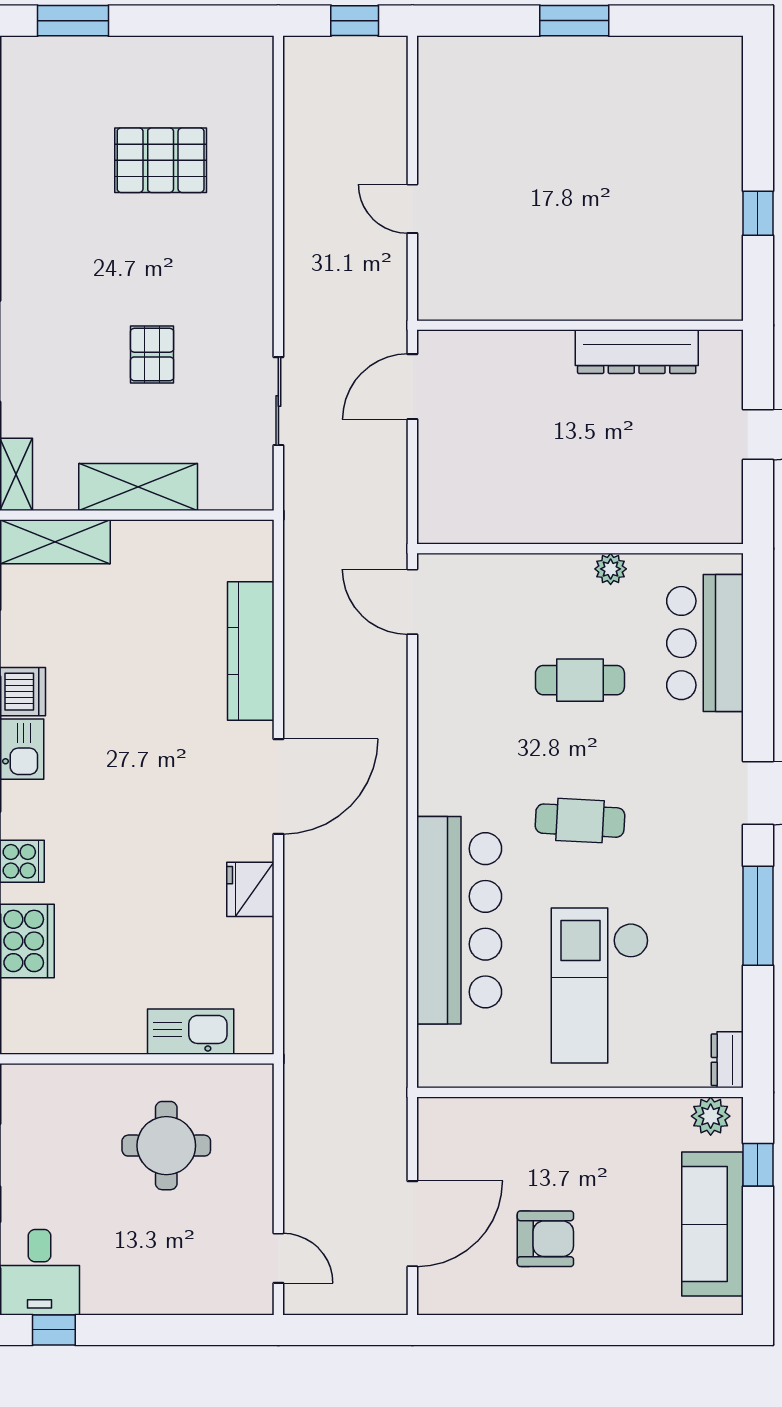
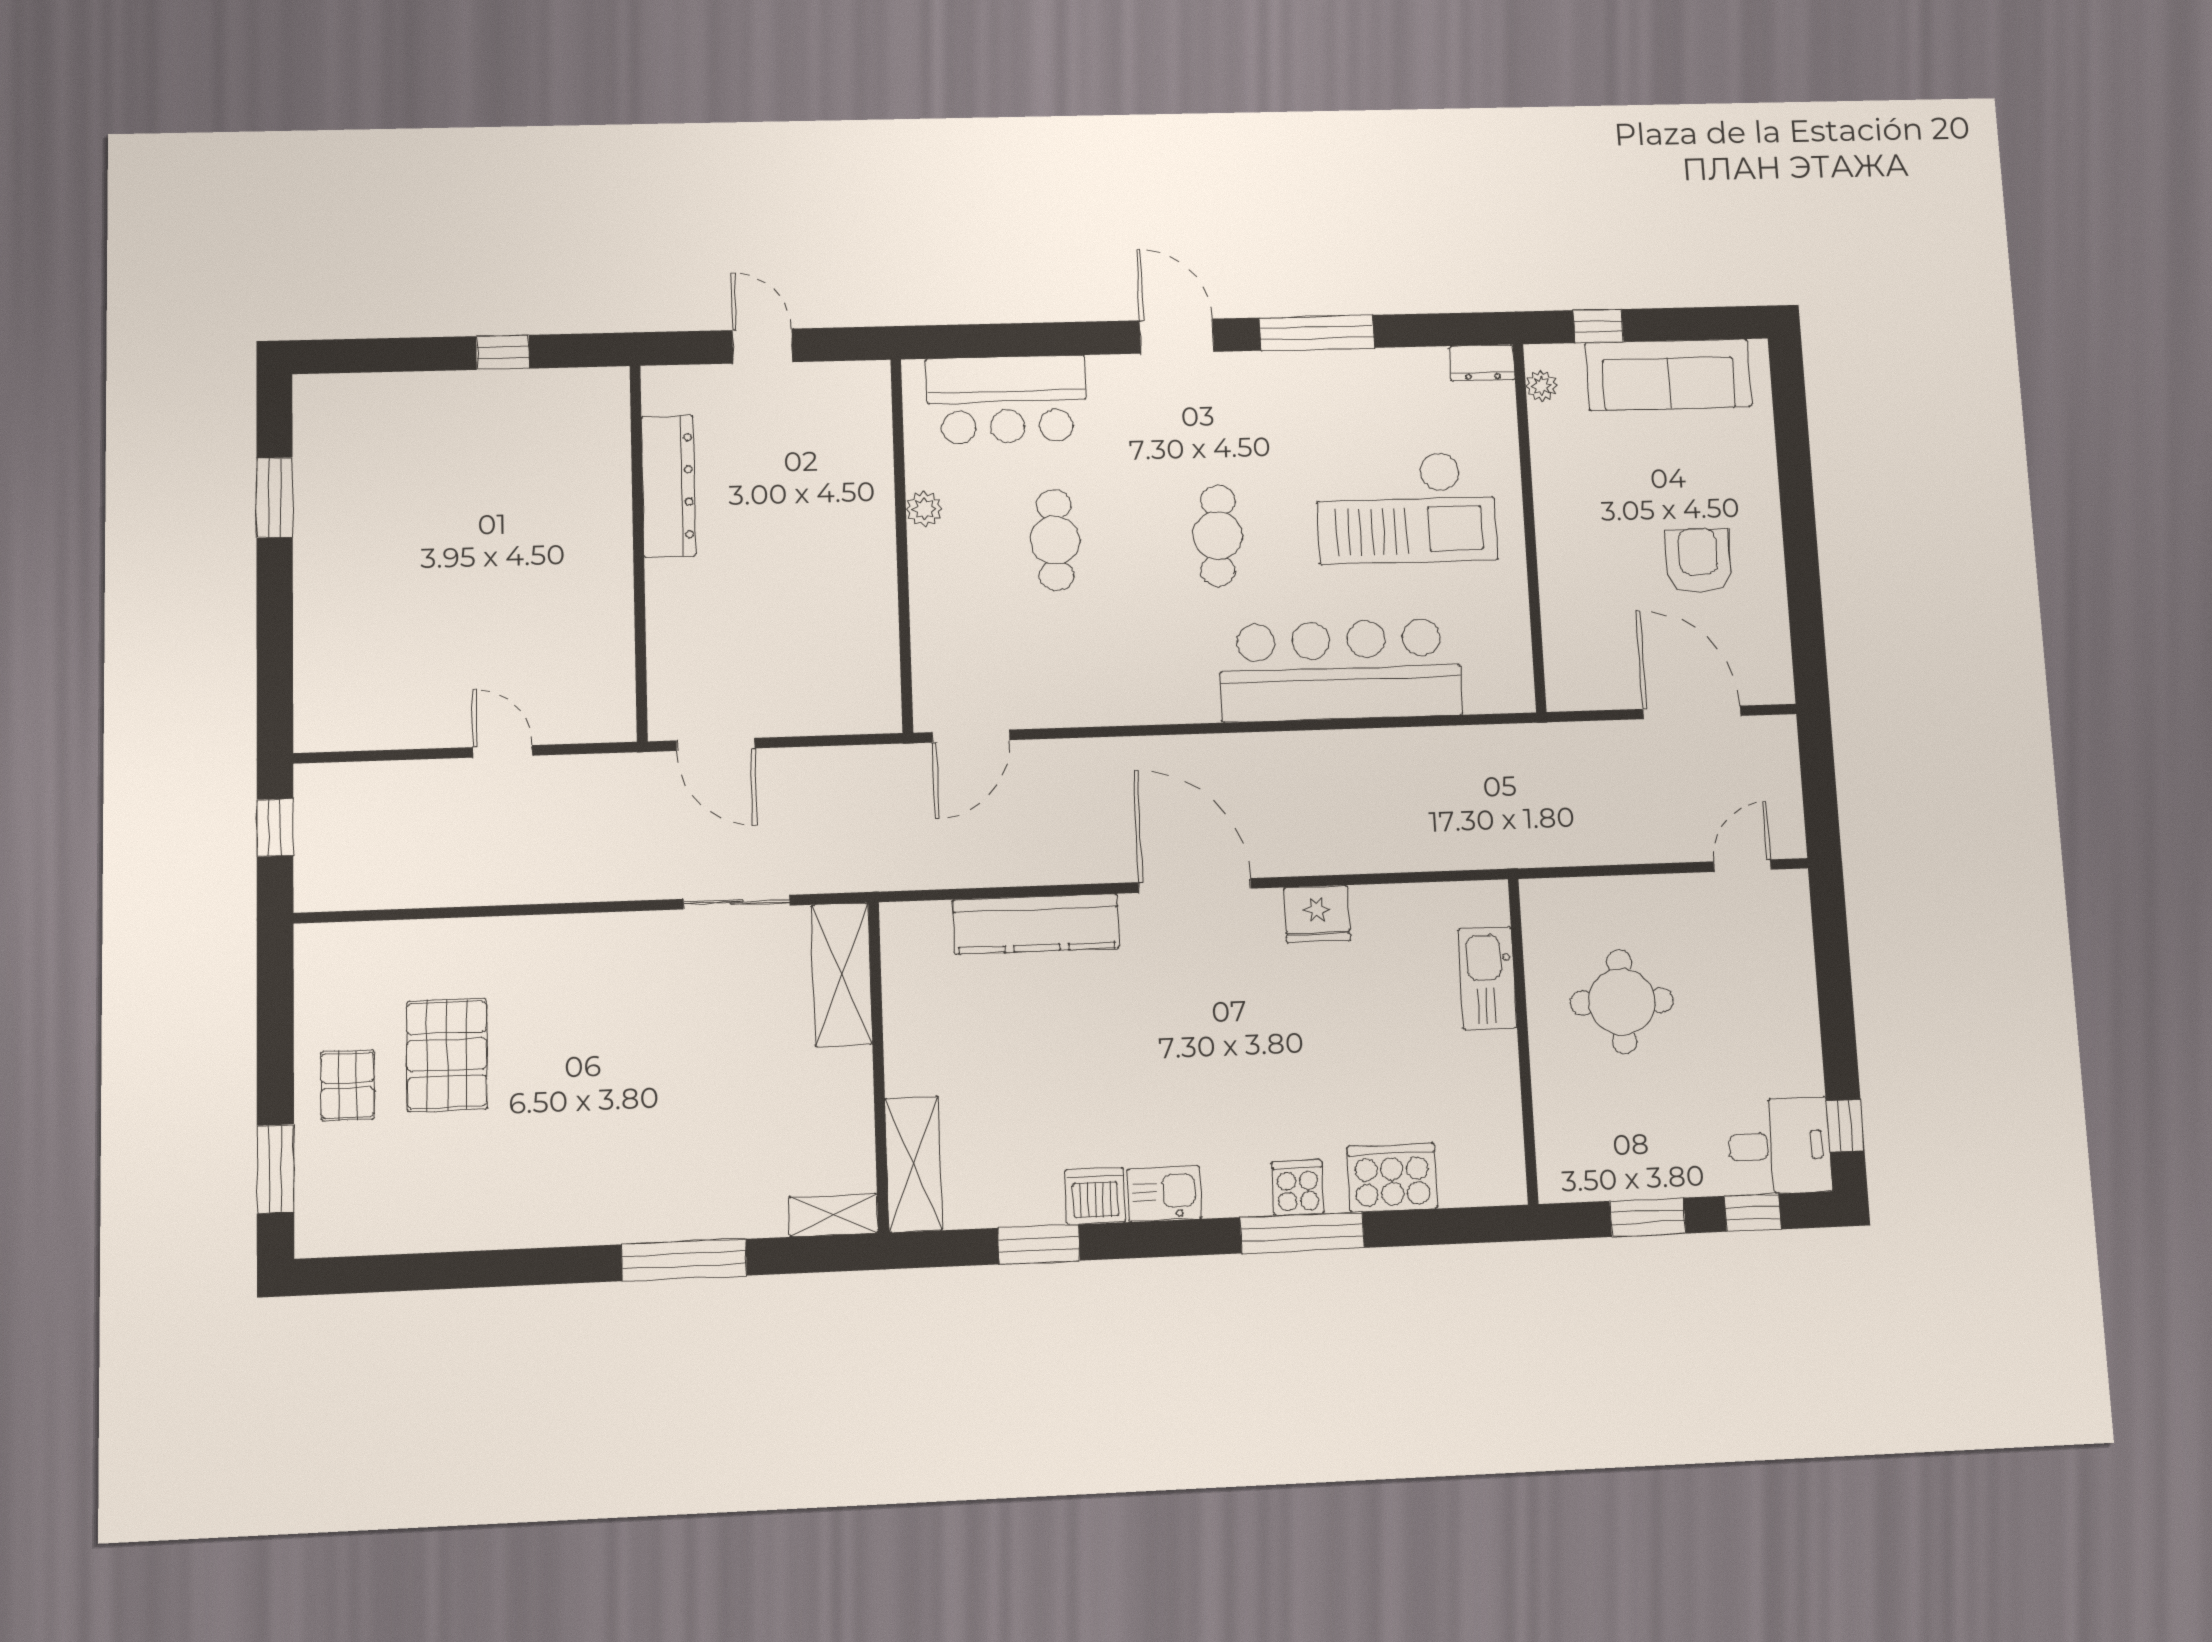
window: (574, 21) -> (275, 498), moved
door: (412, 209) -> (503, 751), swing flipped
pallet: (152, 355) -> (348, 1085), moved, turned 90
shelving: (138, 487) -> (842, 974), moved
plant: (711, 1116) -> (1541, 386), width x0.73, depth x0.73

